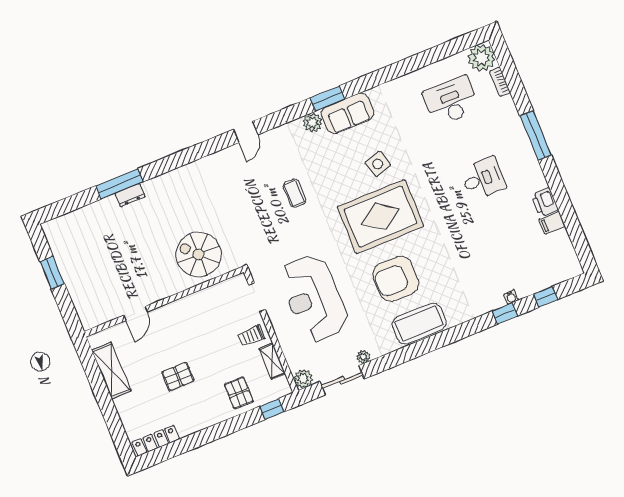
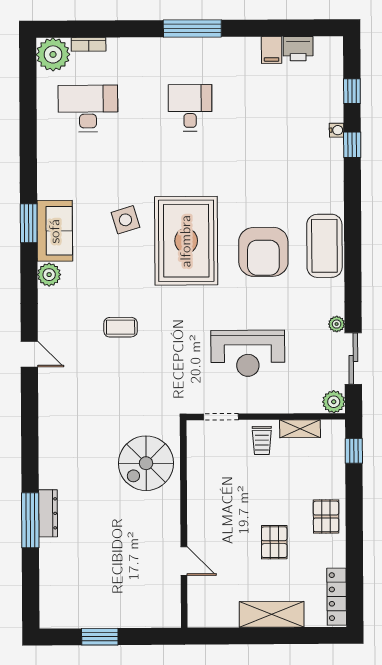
window: (327, 99) -> (29, 223), moved
desk: (451, 101) -> (88, 108), turned 90
window: (536, 135) -> (192, 28), moved
dresser: (130, 195) -> (48, 513), width x1.44
printer: (545, 202) -> (298, 49), moved
reception desk: (314, 298) -> (248, 353), width x0.74, depth x0.77
shelving: (111, 371) -> (272, 614), moved
pallet: (239, 393) -> (326, 516), moved, turned 90

